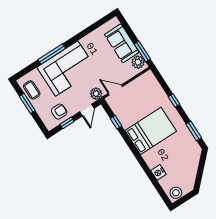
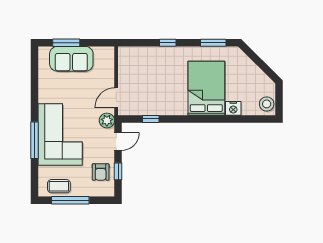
window: (142, 51) -> (66, 43), moved
plant: (138, 62) -> (102, 55), removed
window: (27, 103) -> (70, 200), width x1.44
door: (87, 110) -> (118, 141), hinge flipped
armchair: (59, 112) -> (101, 172), turned 180
bed: (151, 131) -> (206, 88), moved

